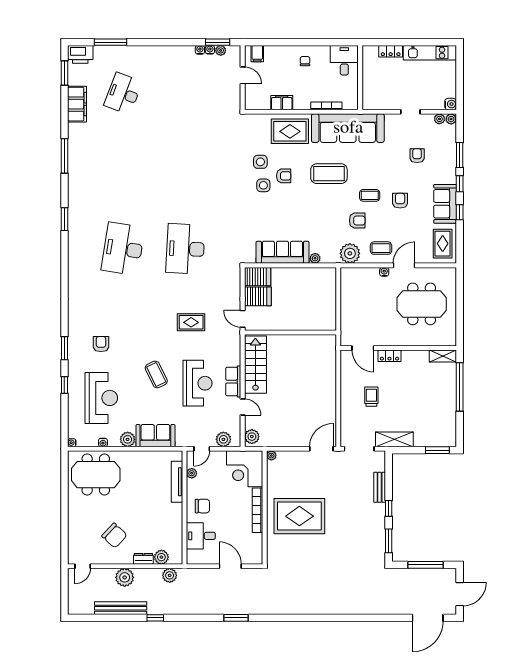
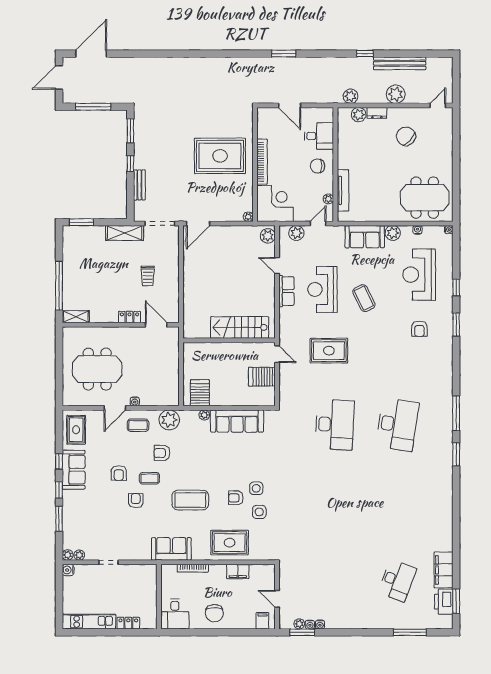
printer: (80, 54) -> (444, 602), moved, turned -90
chair: (305, 61) -> (214, 613), width x1.87, depth x1.87
sofa: (348, 128) -> (171, 549), width x0.54, depth x0.79
window: (64, 156) -> (456, 413), moved
armchair: (417, 156) -> (136, 501), moved, turned 180
server rack: (258, 277) -> (200, 393), moved, turned 90
rug: (191, 322) -> (329, 351), width x1.36, depth x1.43
stairs: (255, 365) -> (240, 327), moved, turned 90

